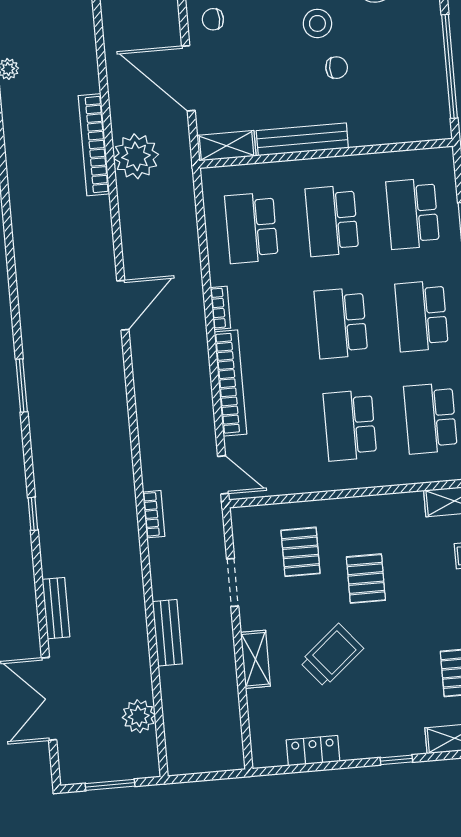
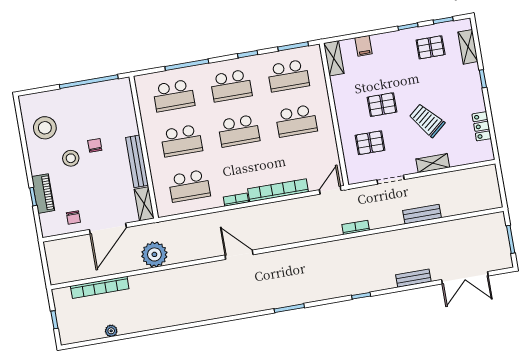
bookcase: (94, 145) -> (100, 287), moved
plant: (139, 716) -> (470, 226), removed

